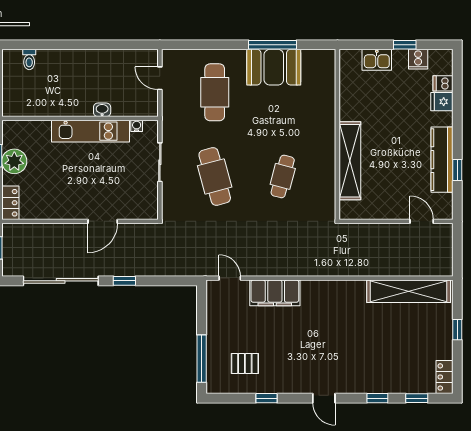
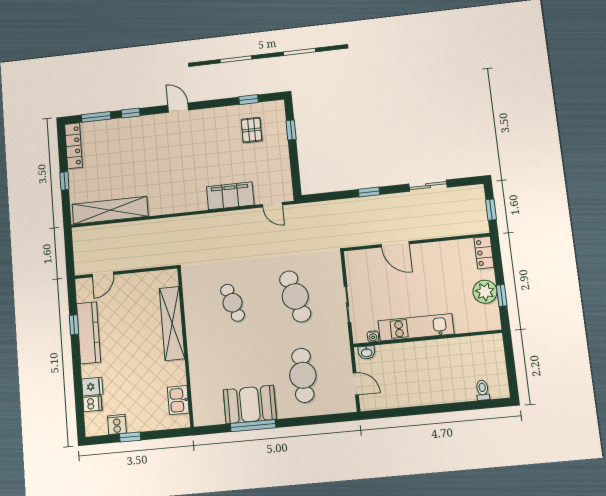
kitchen sink: (377, 60) -> (178, 400), moved, turned -90
washbasin: (102, 110) -> (367, 352), moved
cafe table: (283, 176) -> (232, 303), turned -33
door: (103, 221) -> (395, 244), swing flipped
door: (422, 221) -> (103, 274), hinge flipped
sliding door: (61, 281) -> (428, 186), width x0.54
window: (202, 359) -> (291, 130), width x0.46
pallet: (245, 363) -> (252, 130), turned 90
locker: (444, 377) -> (74, 146), width x1.53
window: (267, 398) -> (248, 100), moved
window: (417, 398) -> (96, 117), width x1.50

